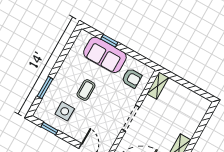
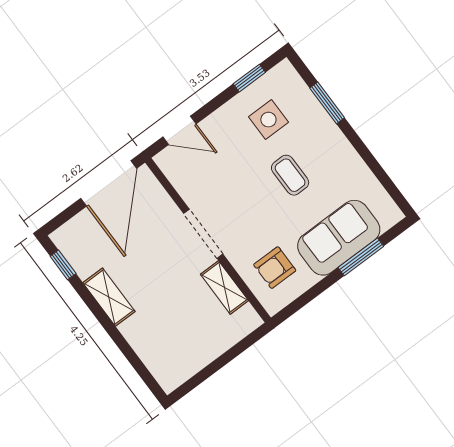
window: (109, 41) -> (361, 257), width x1.50
shelving: (158, 86) -> (224, 287), moved

